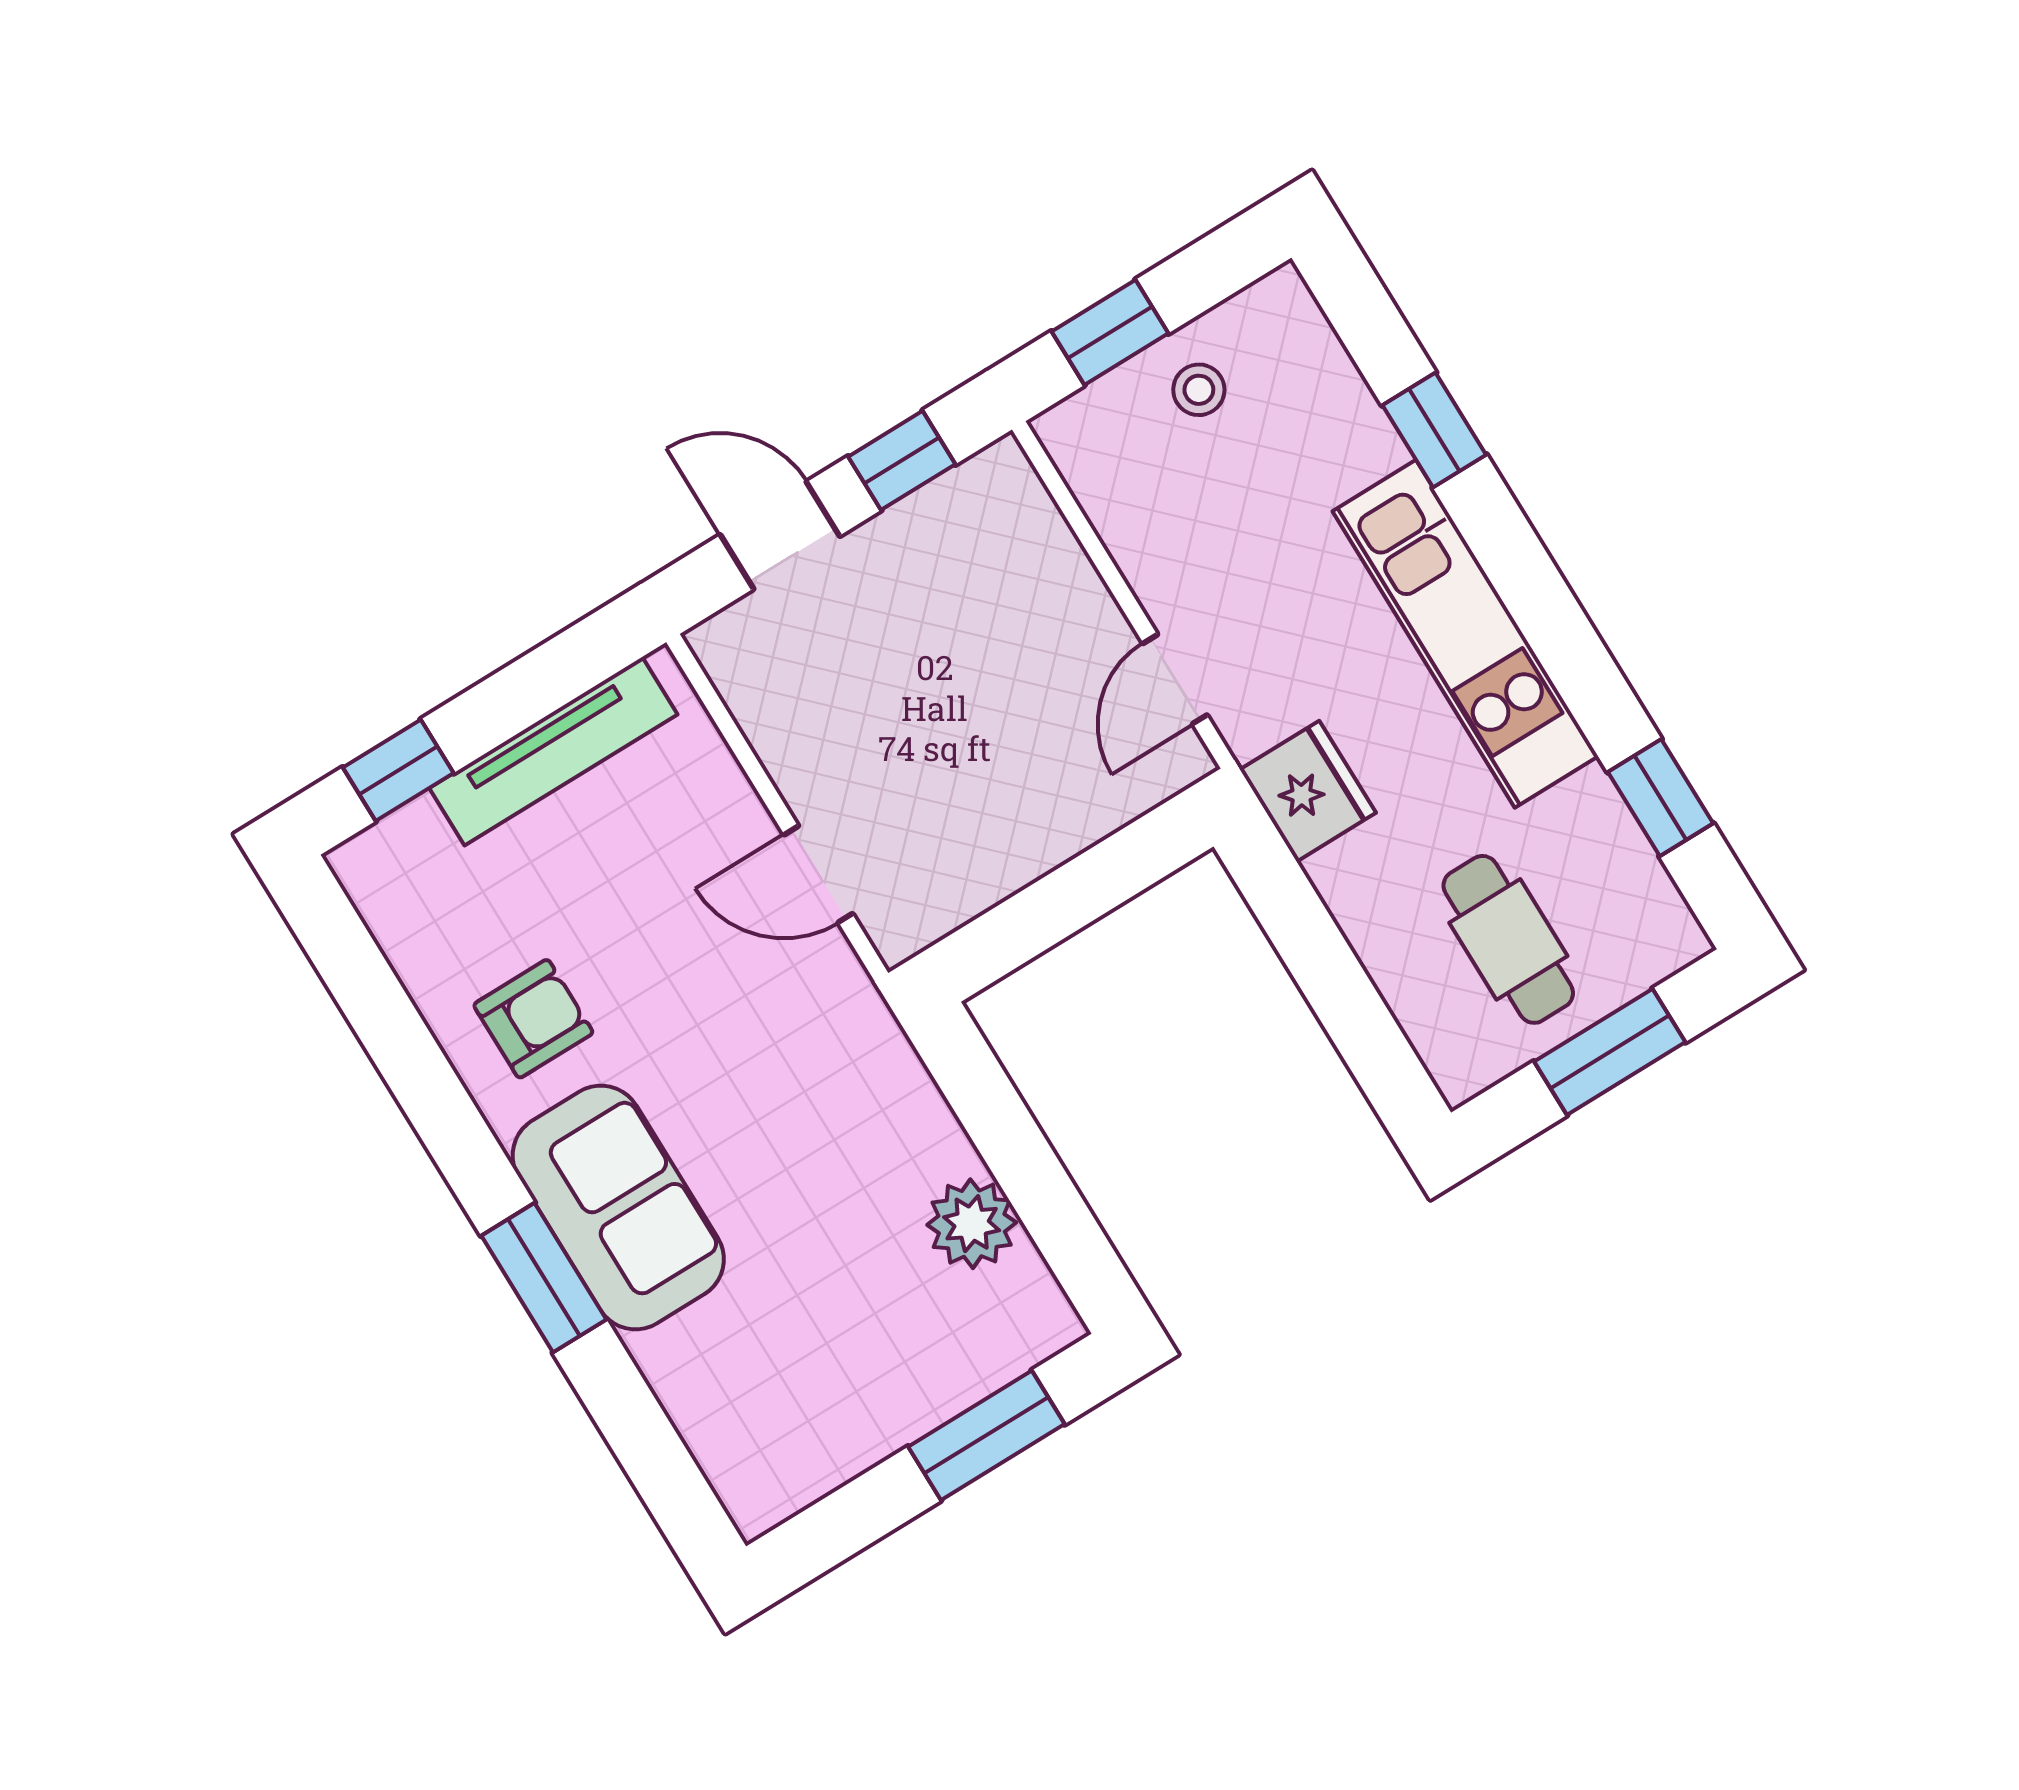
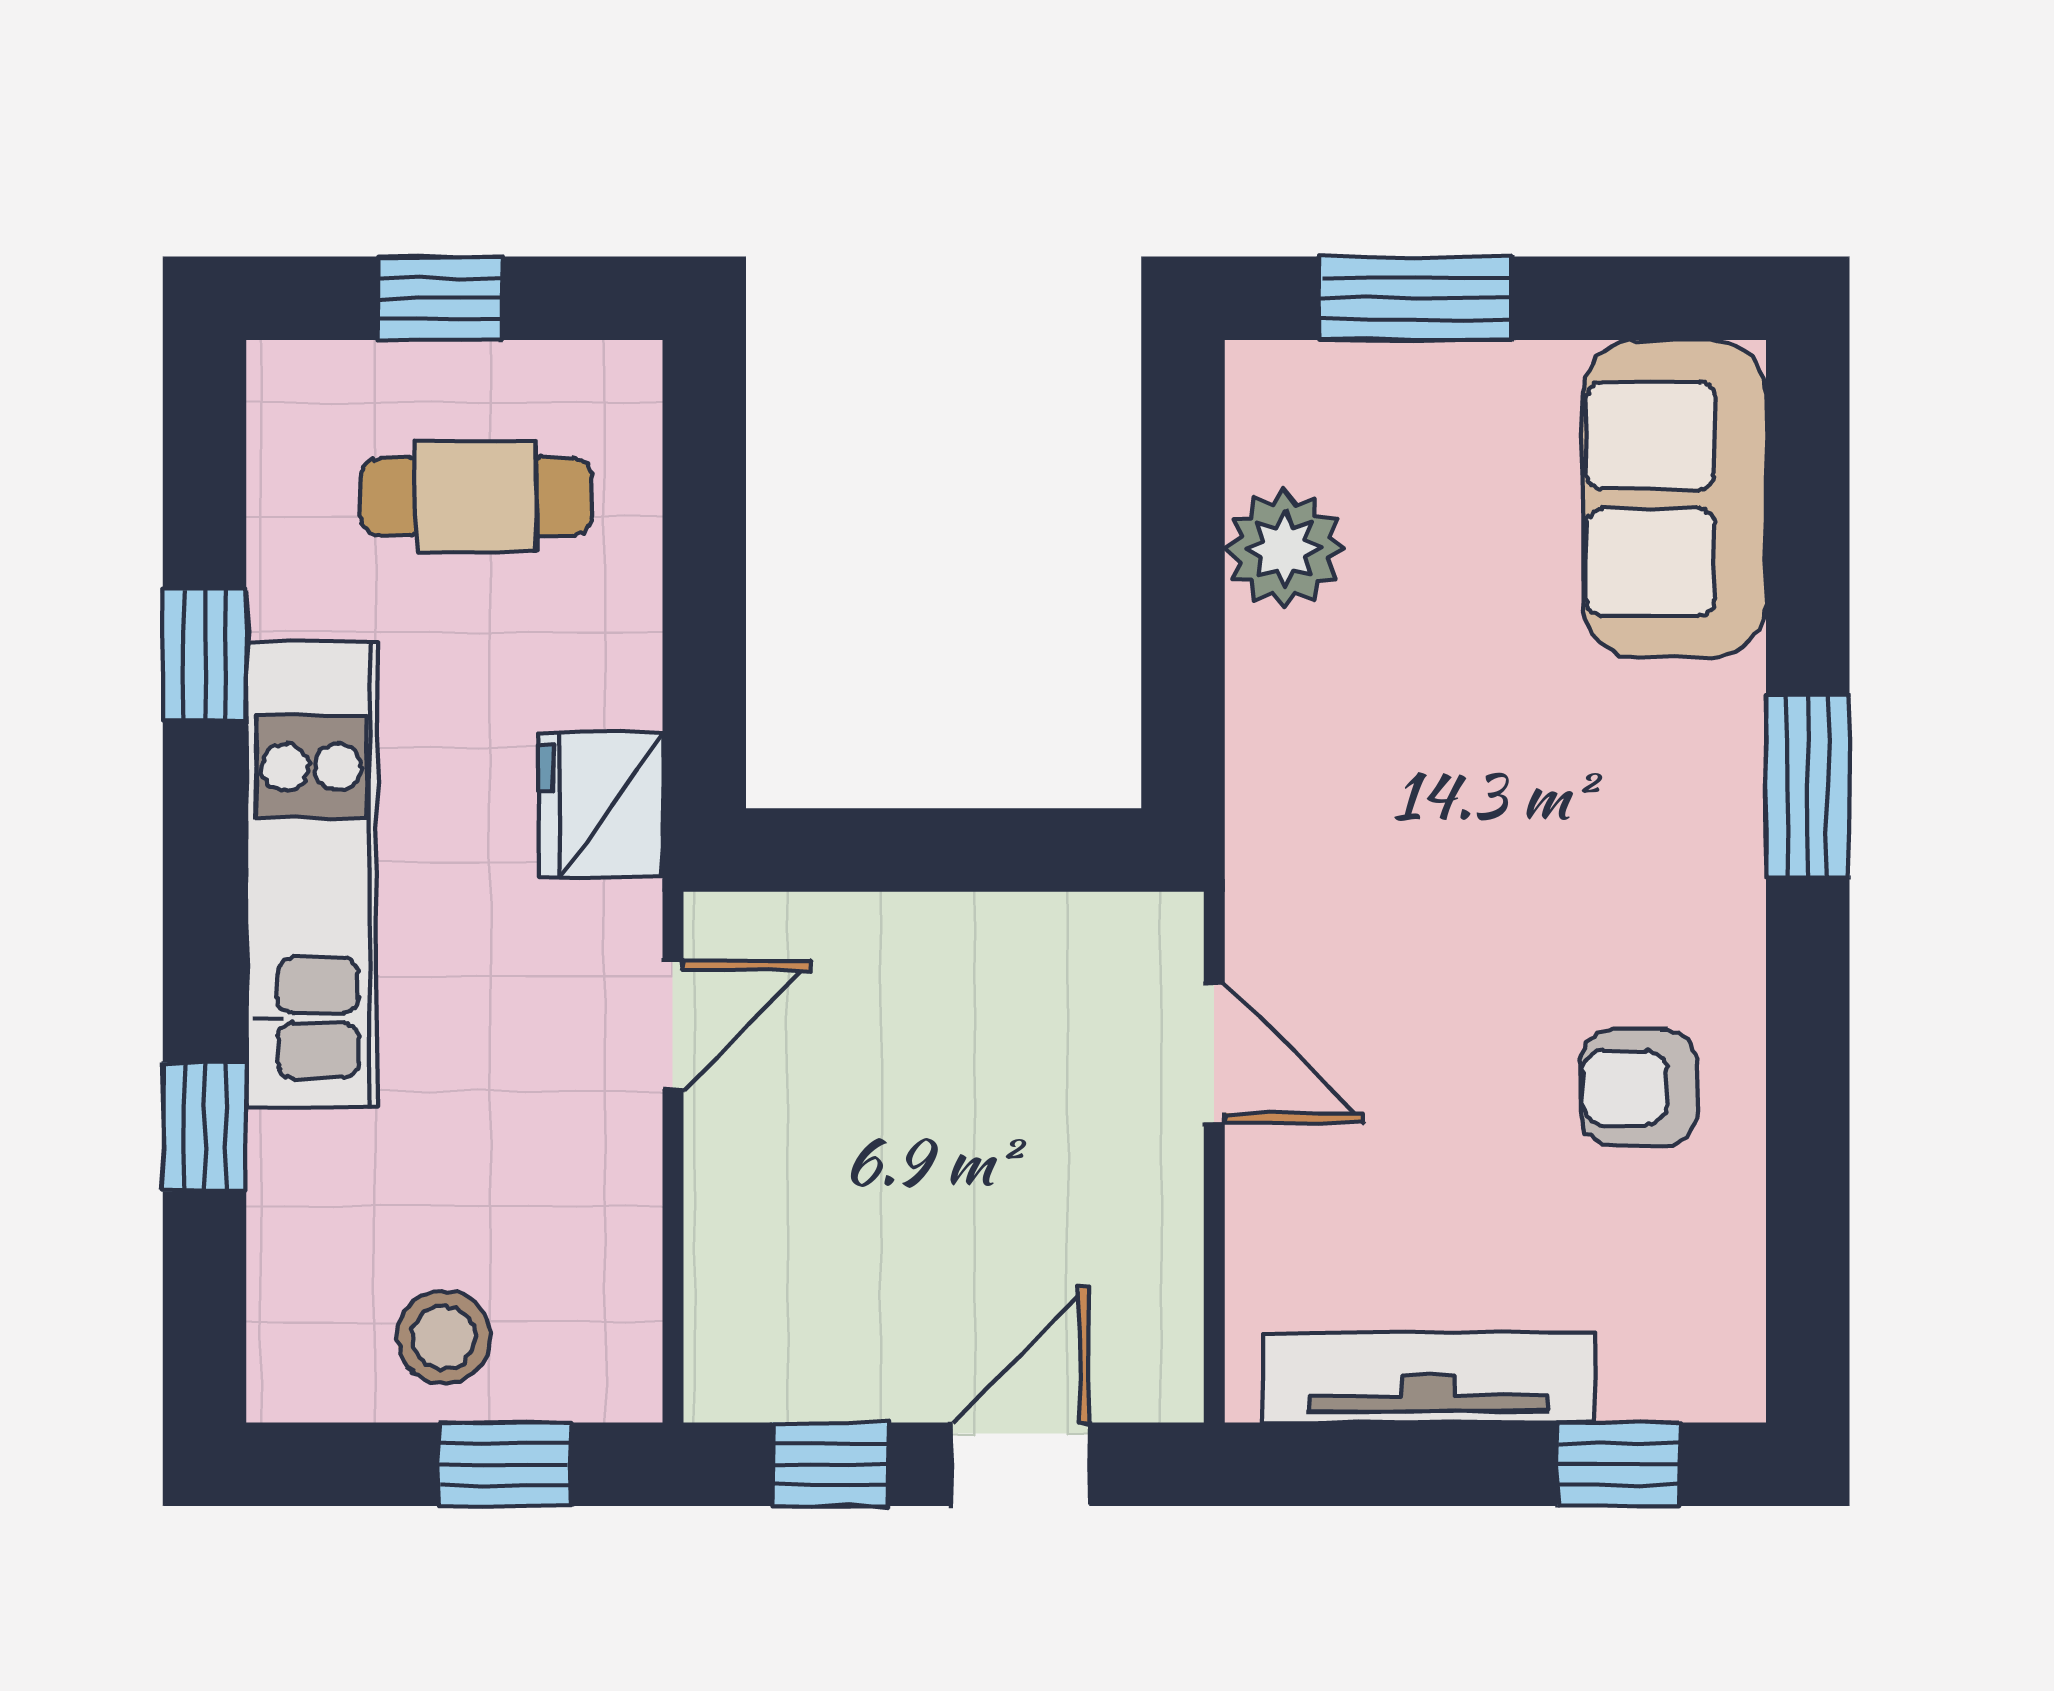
stool: (1199, 390) -> (444, 1337), width x1.37, depth x1.37
door: (780, 535) -> (1021, 1464), swing flipped
window: (1660, 798) -> (204, 656), moved
cafe table: (1508, 939) -> (476, 497), turned 90
window: (1610, 1052) -> (440, 298), width x0.67
sofa: (618, 1207) -> (1674, 499), moved

